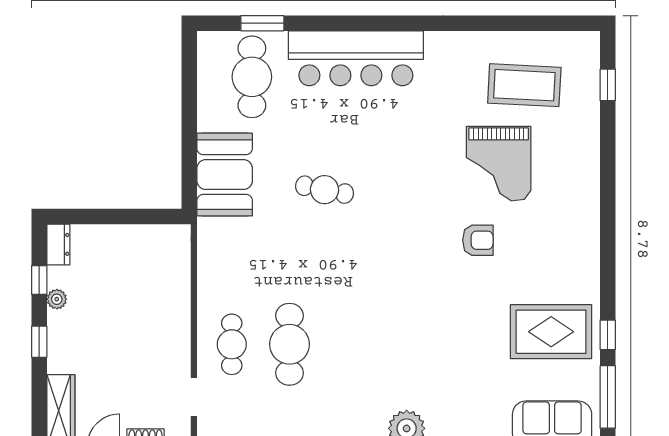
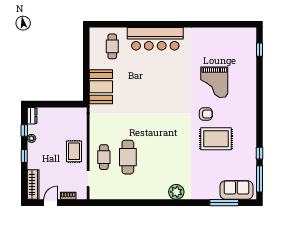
window: (262, 23) -> (117, 24), removed
cafe table: (252, 77) -> (112, 46), width x0.73, depth x0.74
coffee table: (524, 85) -> (225, 50), removed
cafe table: (325, 190) -> (142, 93), removed
rug: (160, 330) -> (74, 151), added
rug: (551, 332) -> (216, 139), moved

